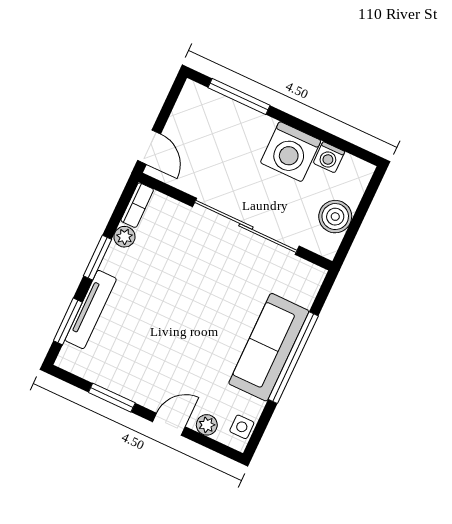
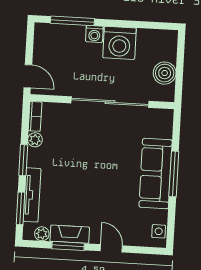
washing machine: (329, 157) -> (94, 34), moved
window: (293, 358) -> (174, 174), width x0.68
fireplace: (120, 383) -> (70, 234), added
door: (169, 424) -> (111, 248), hinge flipped
plant: (207, 425) -> (42, 234), moved

